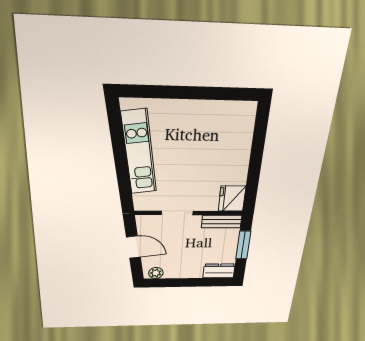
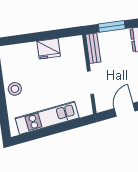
stool: (190, 115) -> (15, 89), added
fridge: (232, 199) -> (49, 49), moved

